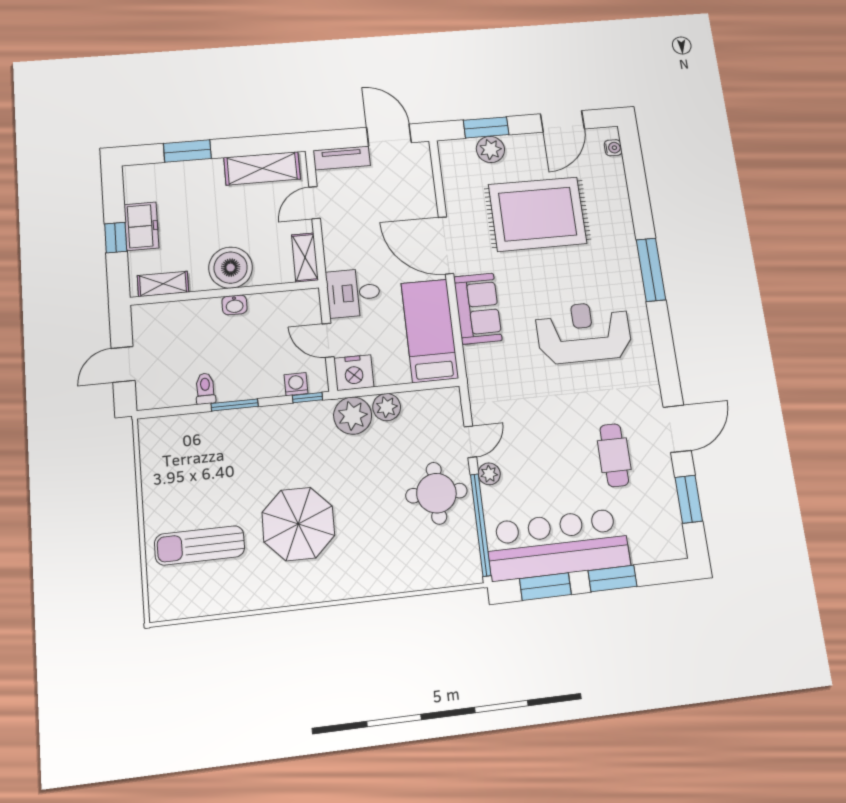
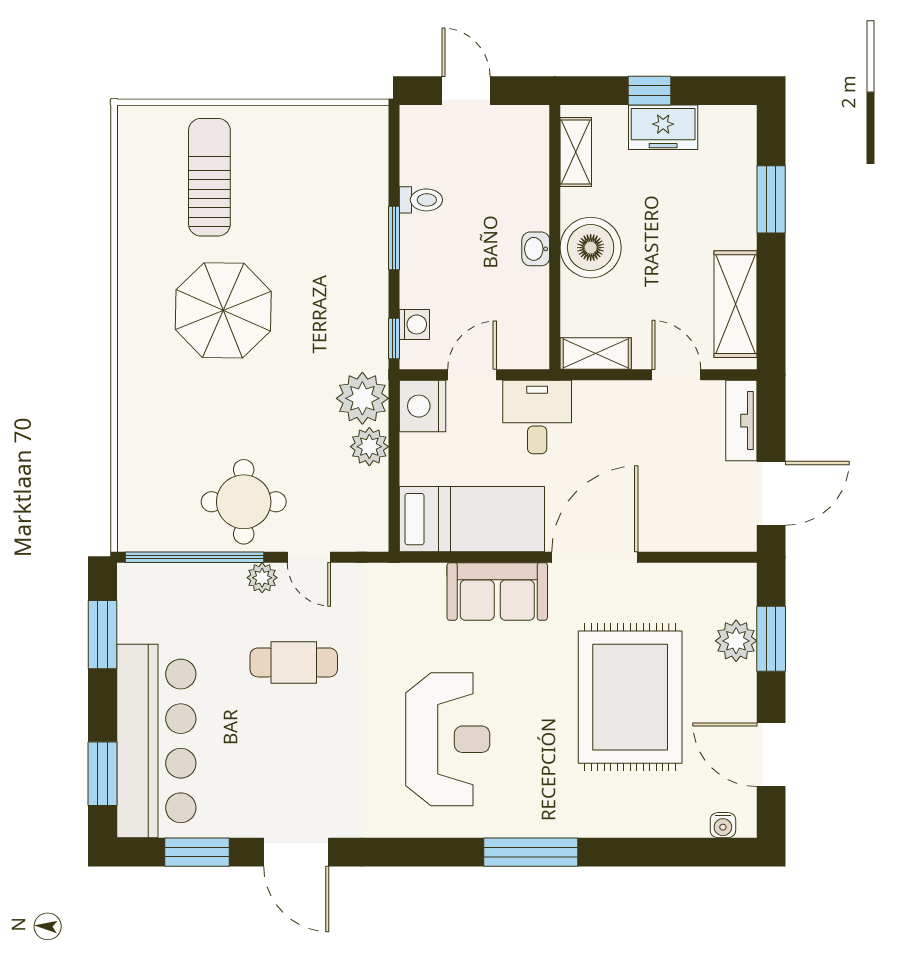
cafe table: (614, 455) -> (294, 662), moved
bar counter: (558, 544) -> (156, 741), moved
window: (612, 579) -> (103, 774), moved

